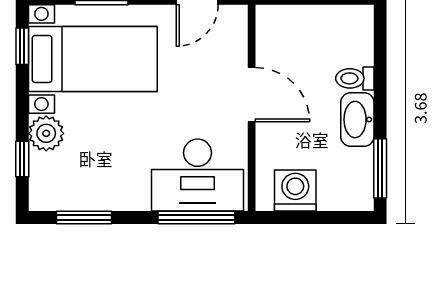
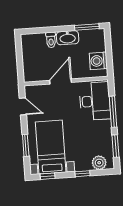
plant: (46, 133) -> (99, 163), moved
window: (22, 159) -> (82, 174), moved
window: (196, 218) -> (113, 112), moved

